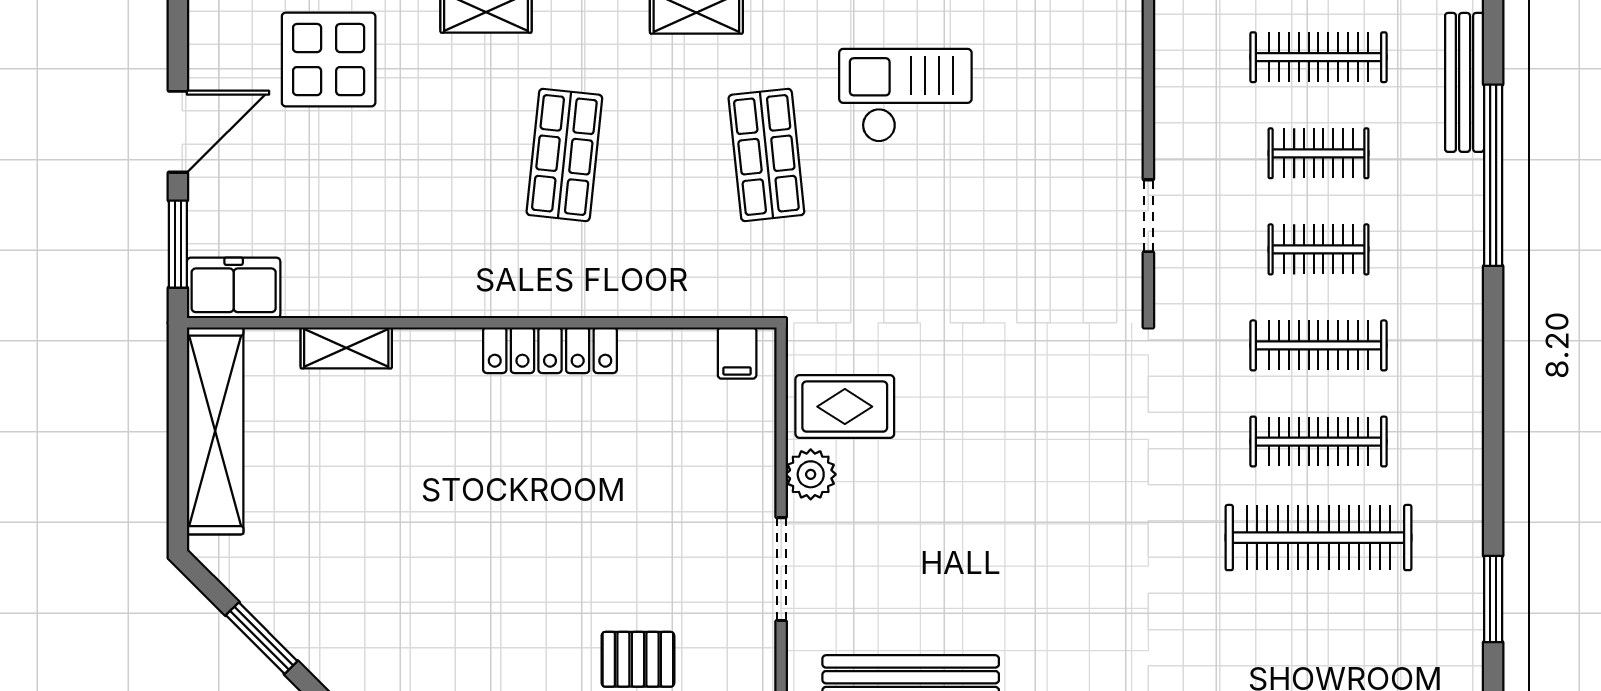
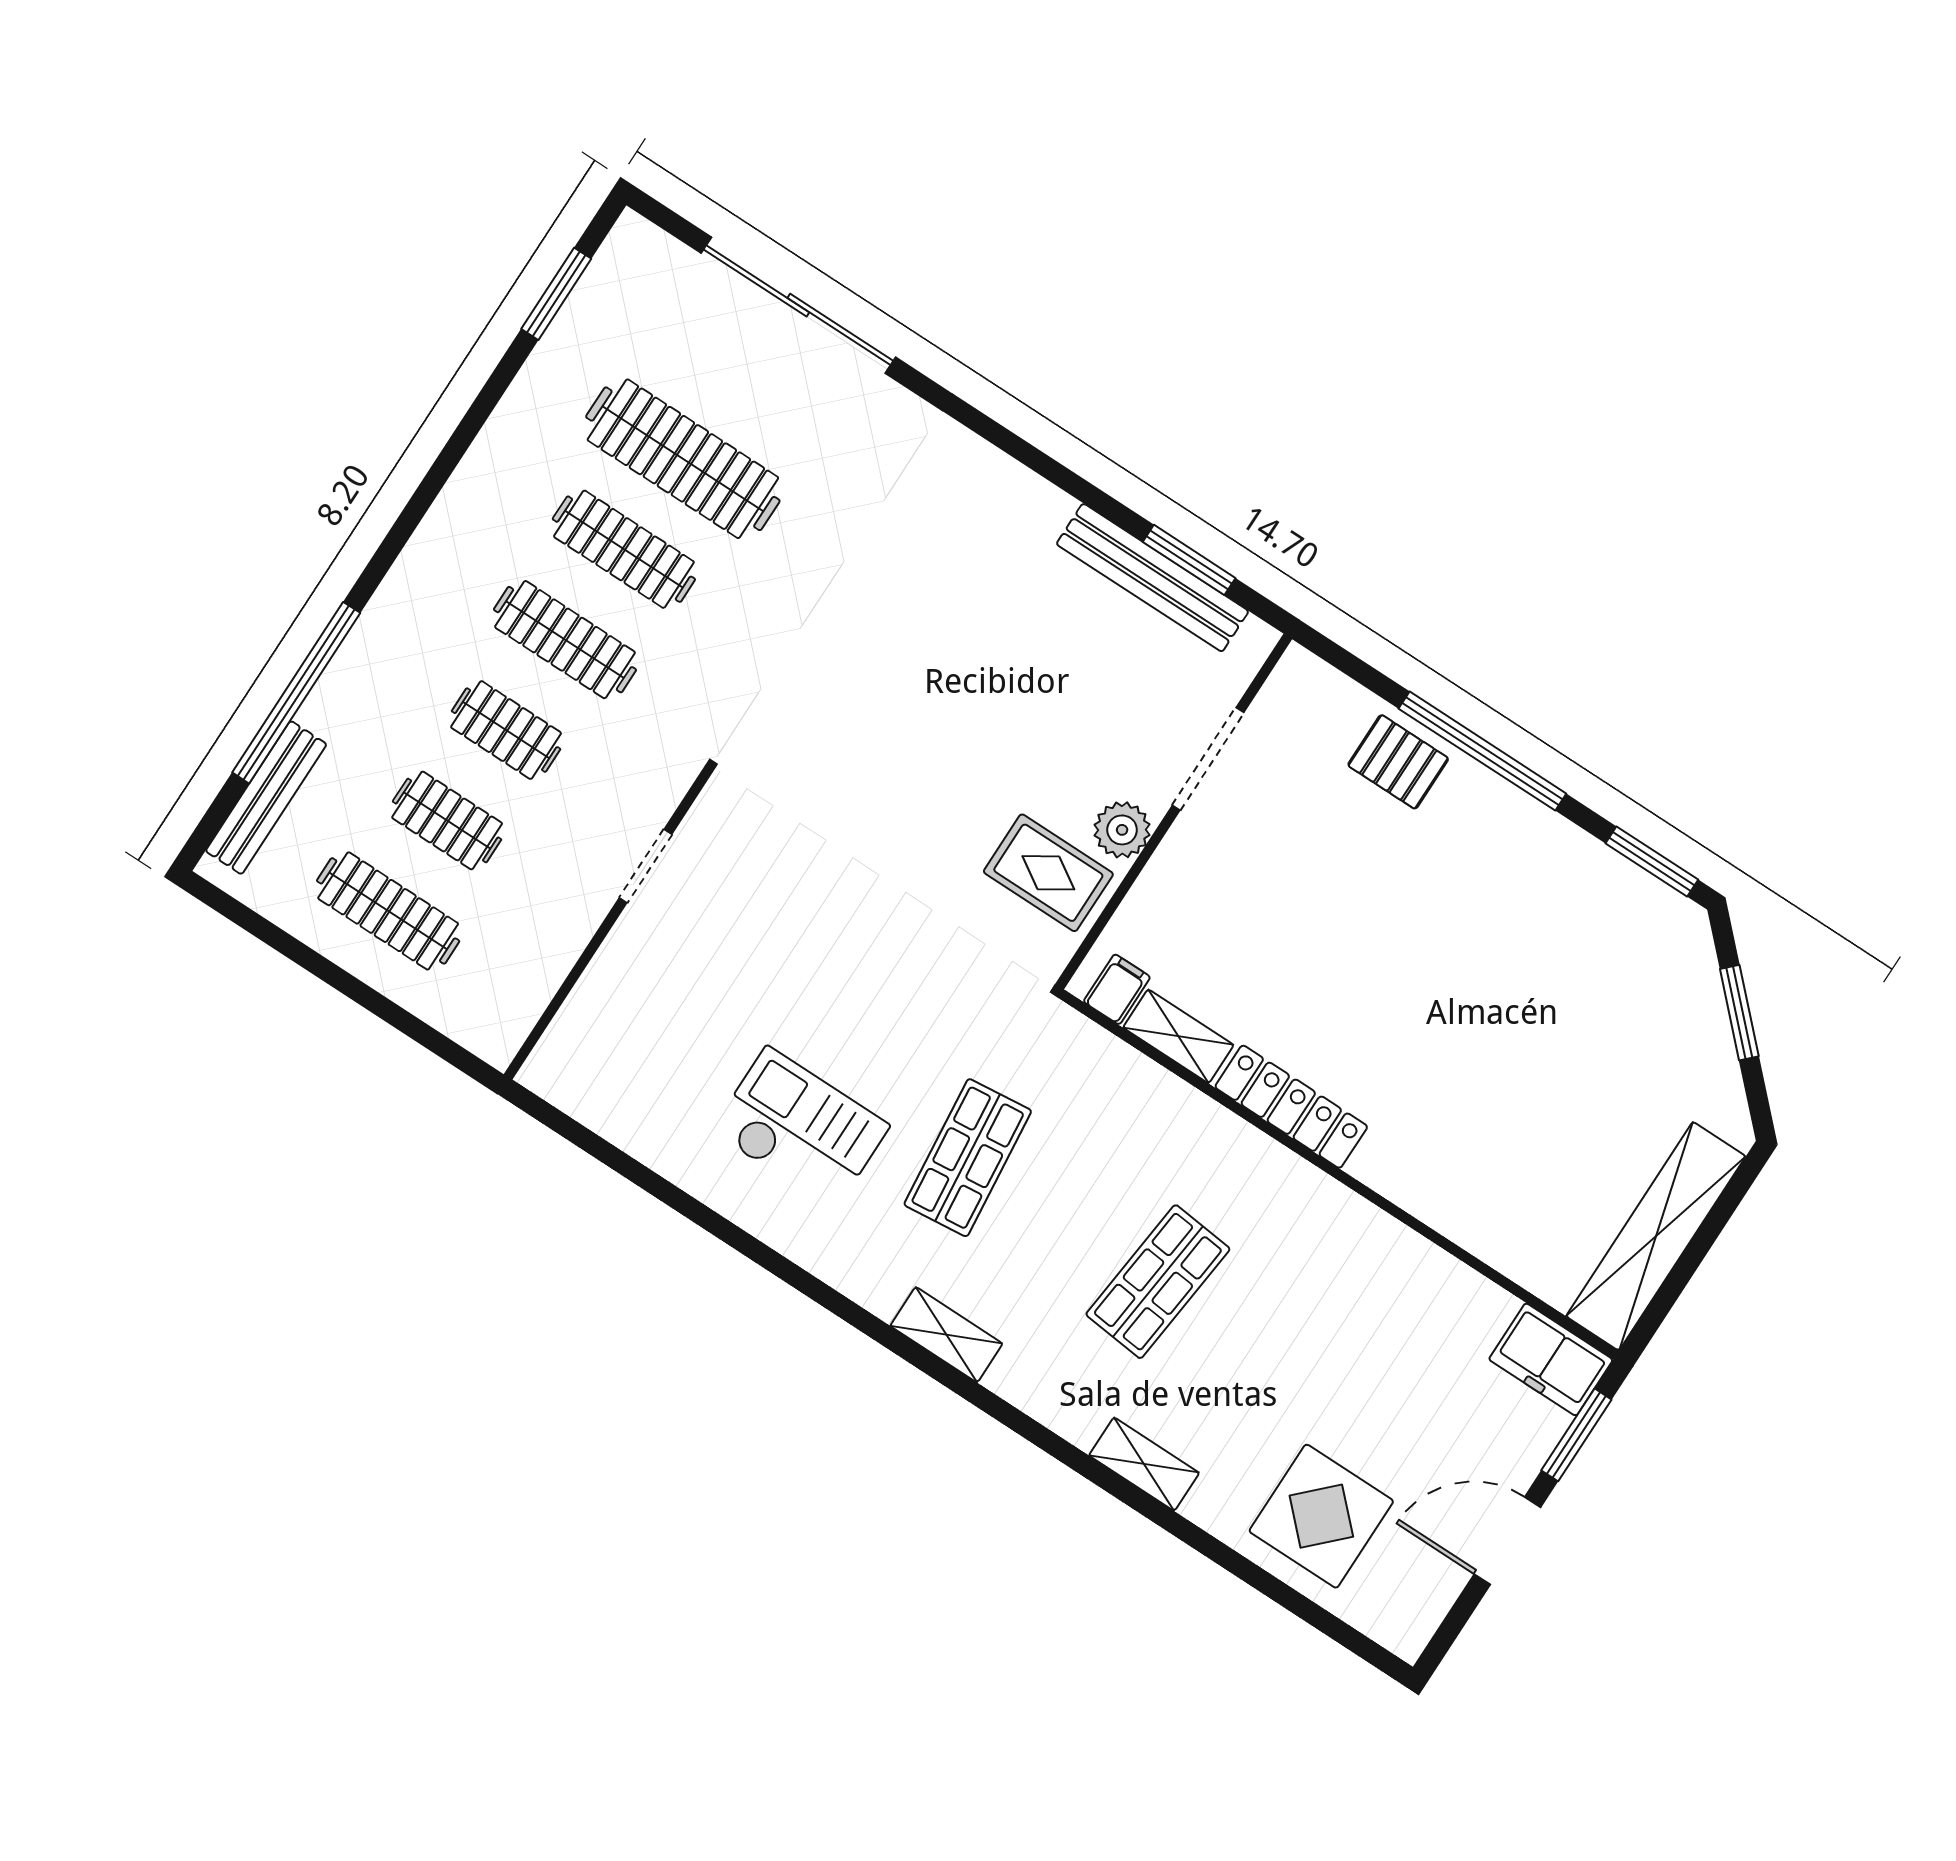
checkout: (905, 95) -> (800, 1128), turned 180
shelving: (346, 348) -> (1178, 1036), moved

